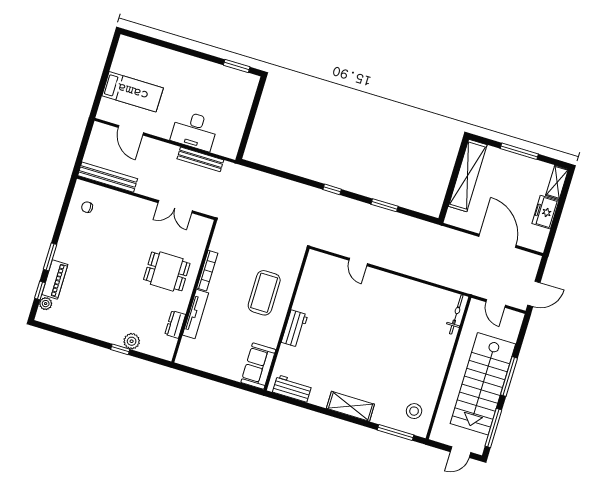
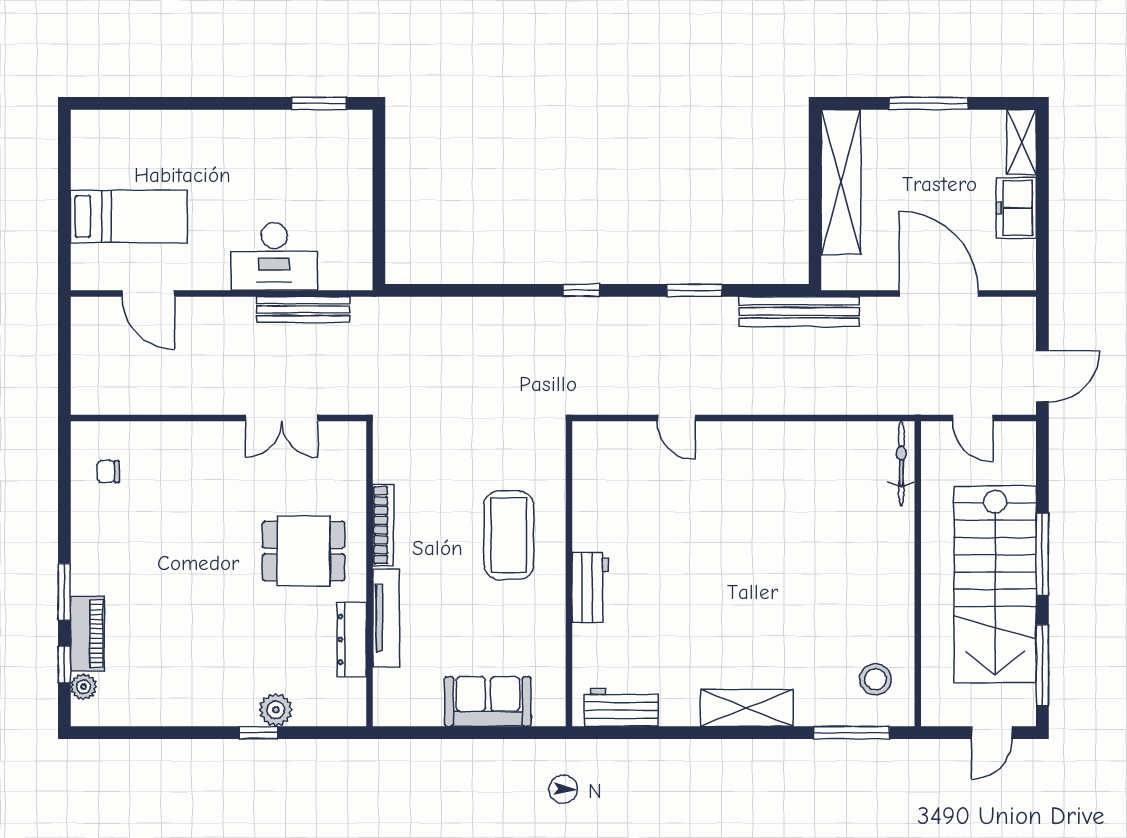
bench: (108, 177) -> (799, 311), moved
dresser: (175, 324) -> (352, 639), width x1.44
sofa: (258, 366) -> (488, 701), moved, turned 90

